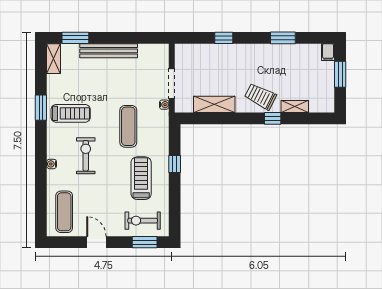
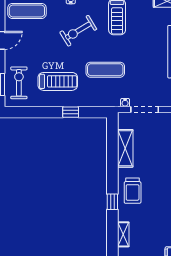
trolley: (260, 96) -> (133, 191), turned 153
shelving: (295, 106) -> (123, 234), moved
exercise bike: (86, 156) -> (78, 31), turned 149

